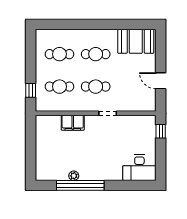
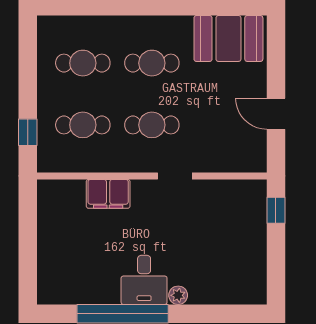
desk: (139, 168) -> (144, 280), moved, width x0.73
plant: (74, 176) -> (178, 295), moved

